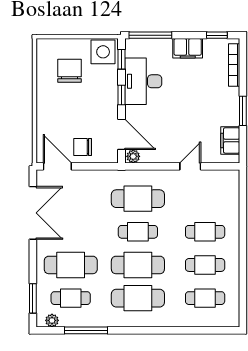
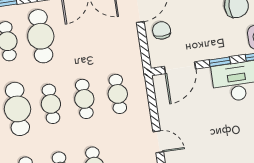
plant: (133, 156) -> (160, 83), removed
cafe table: (138, 199) -> (118, 94), width x0.73, depth x0.74
cafe table: (138, 265) -> (51, 104), width x0.73, depth x0.74

